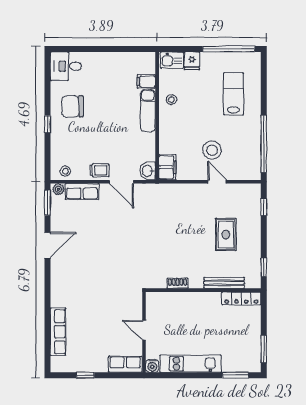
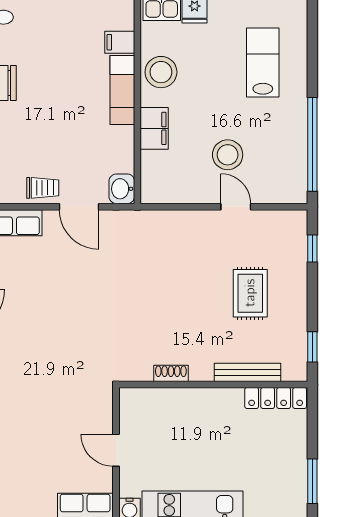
stool: (171, 100) -> (161, 72), width x1.89, depth x1.89
filing cabinet: (167, 167) -> (154, 128), moved

